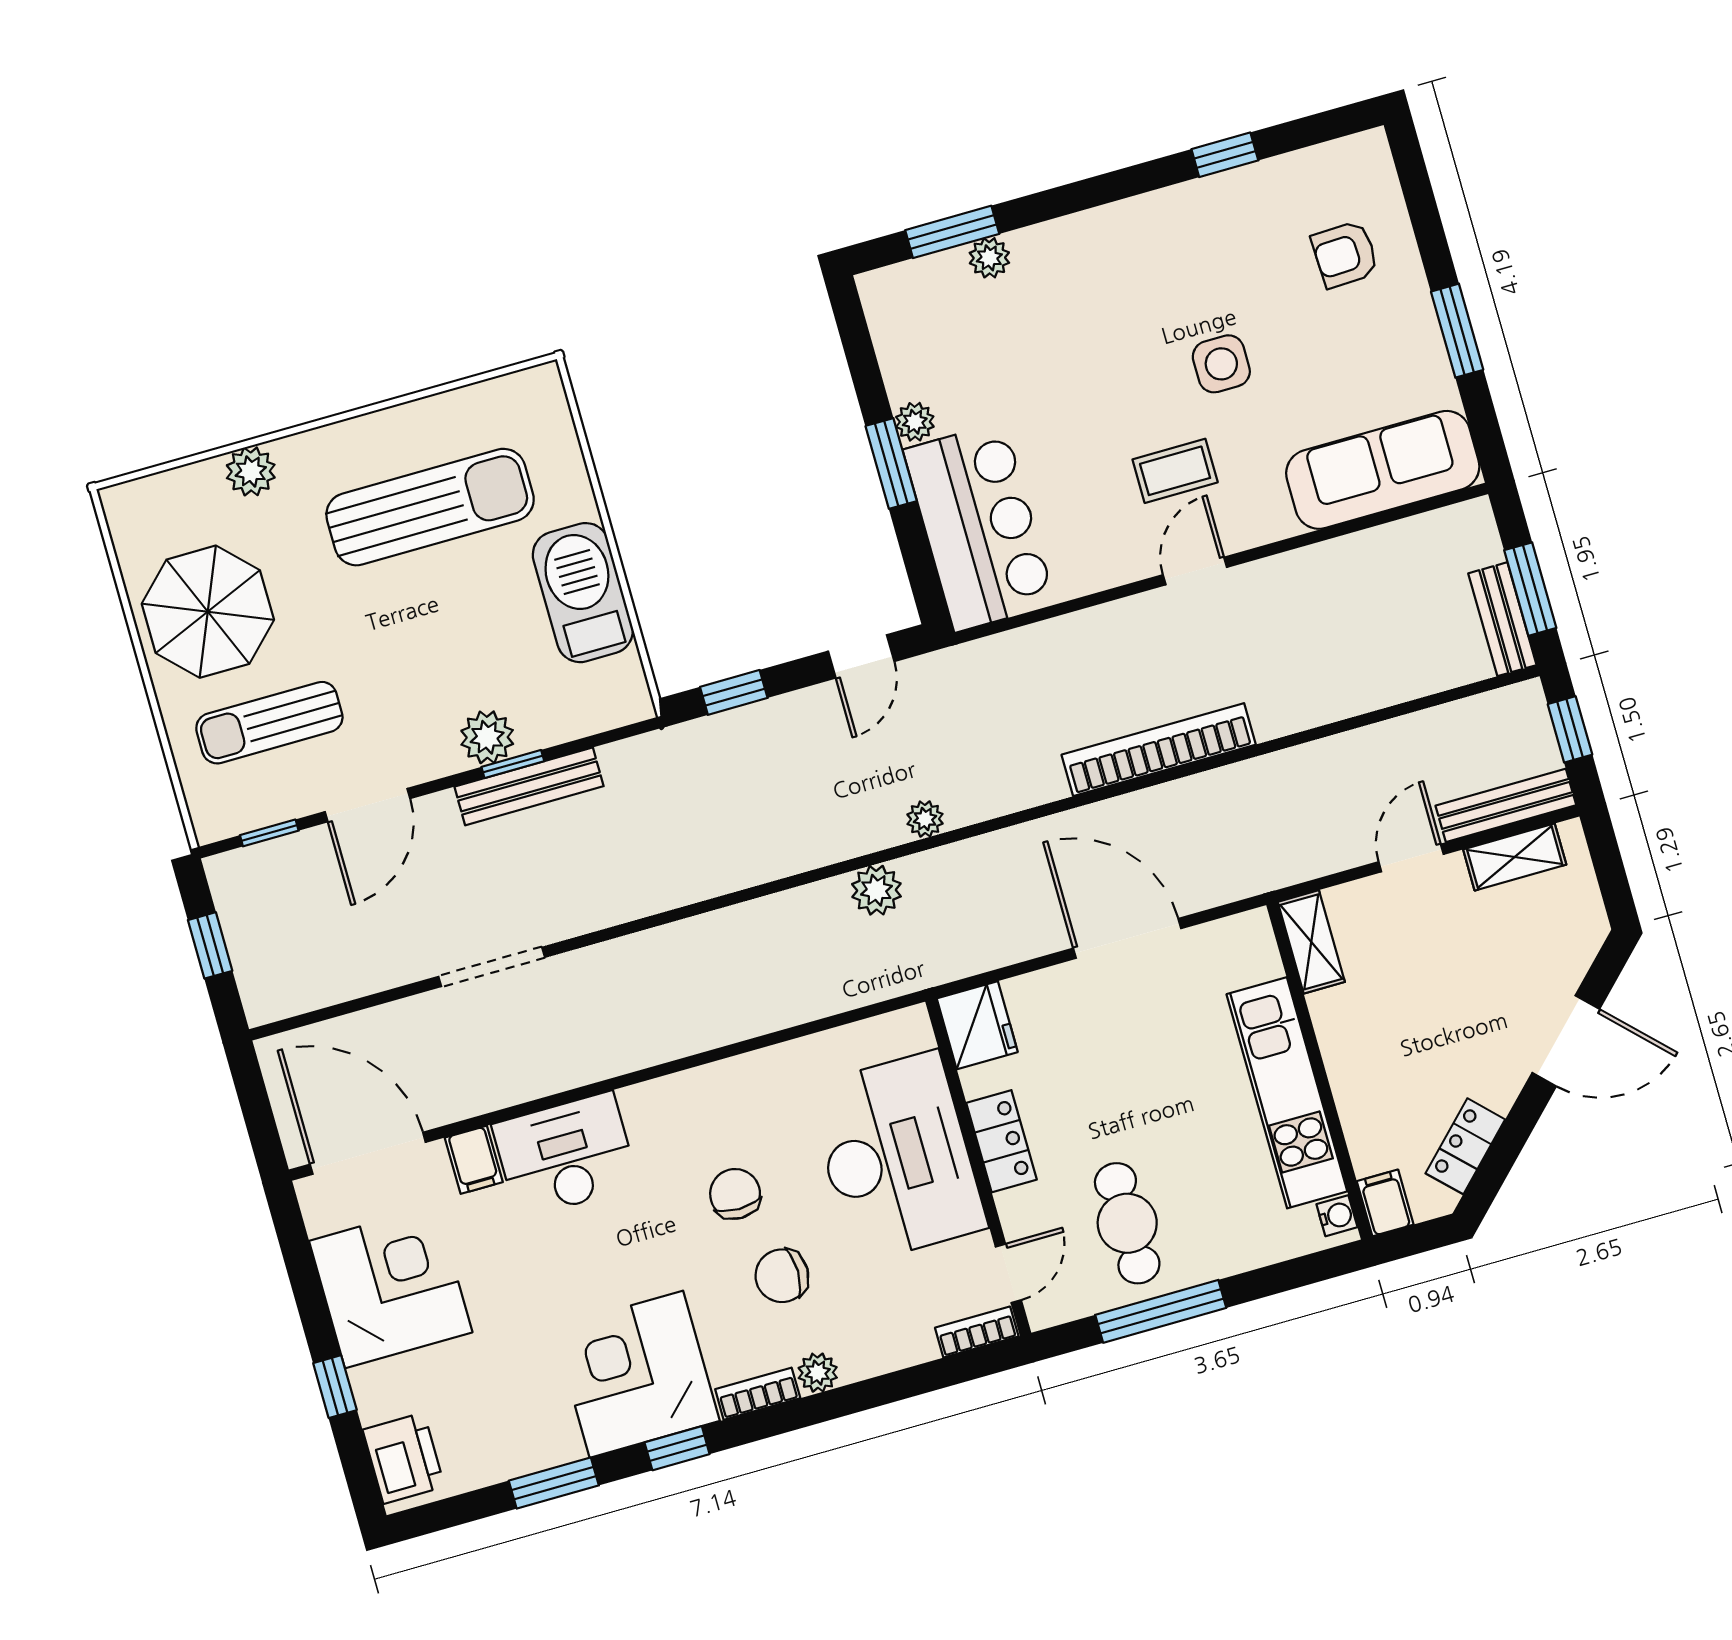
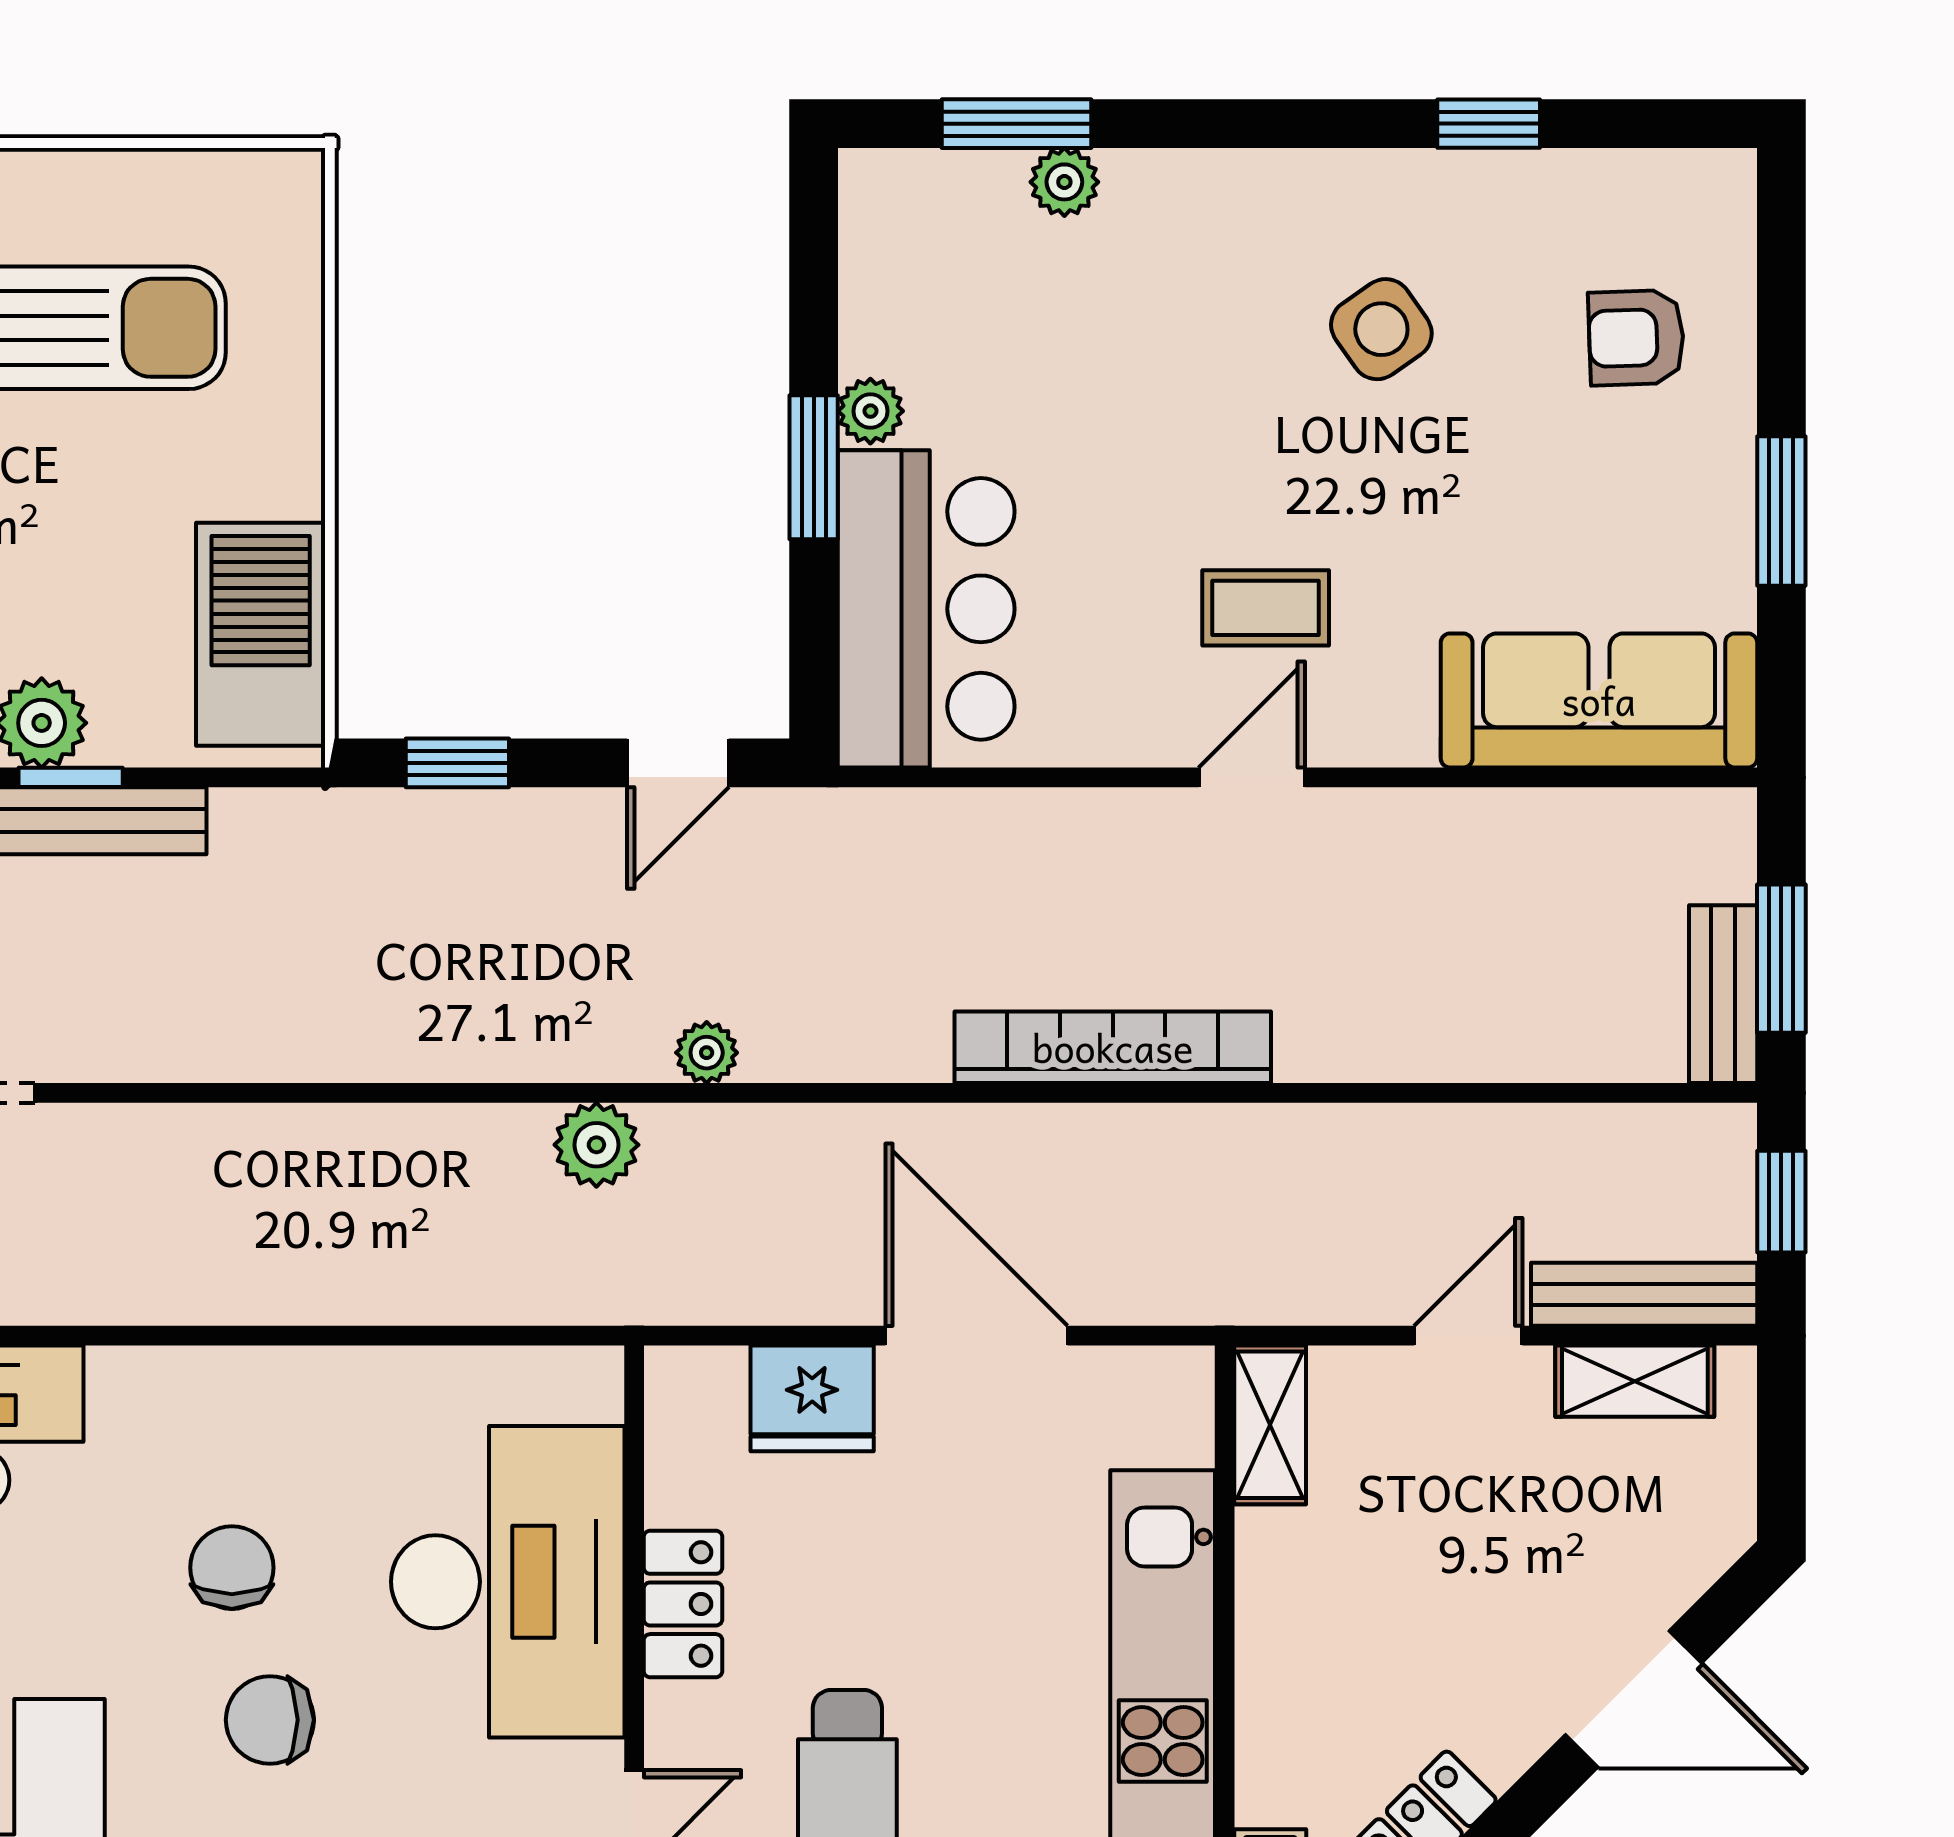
side table: (1221, 364) -> (1381, 329), moved, turned -35
barbecue: (583, 593) -> (261, 634), moved
fridge: (977, 1025) -> (812, 1398), moved, turned 90

